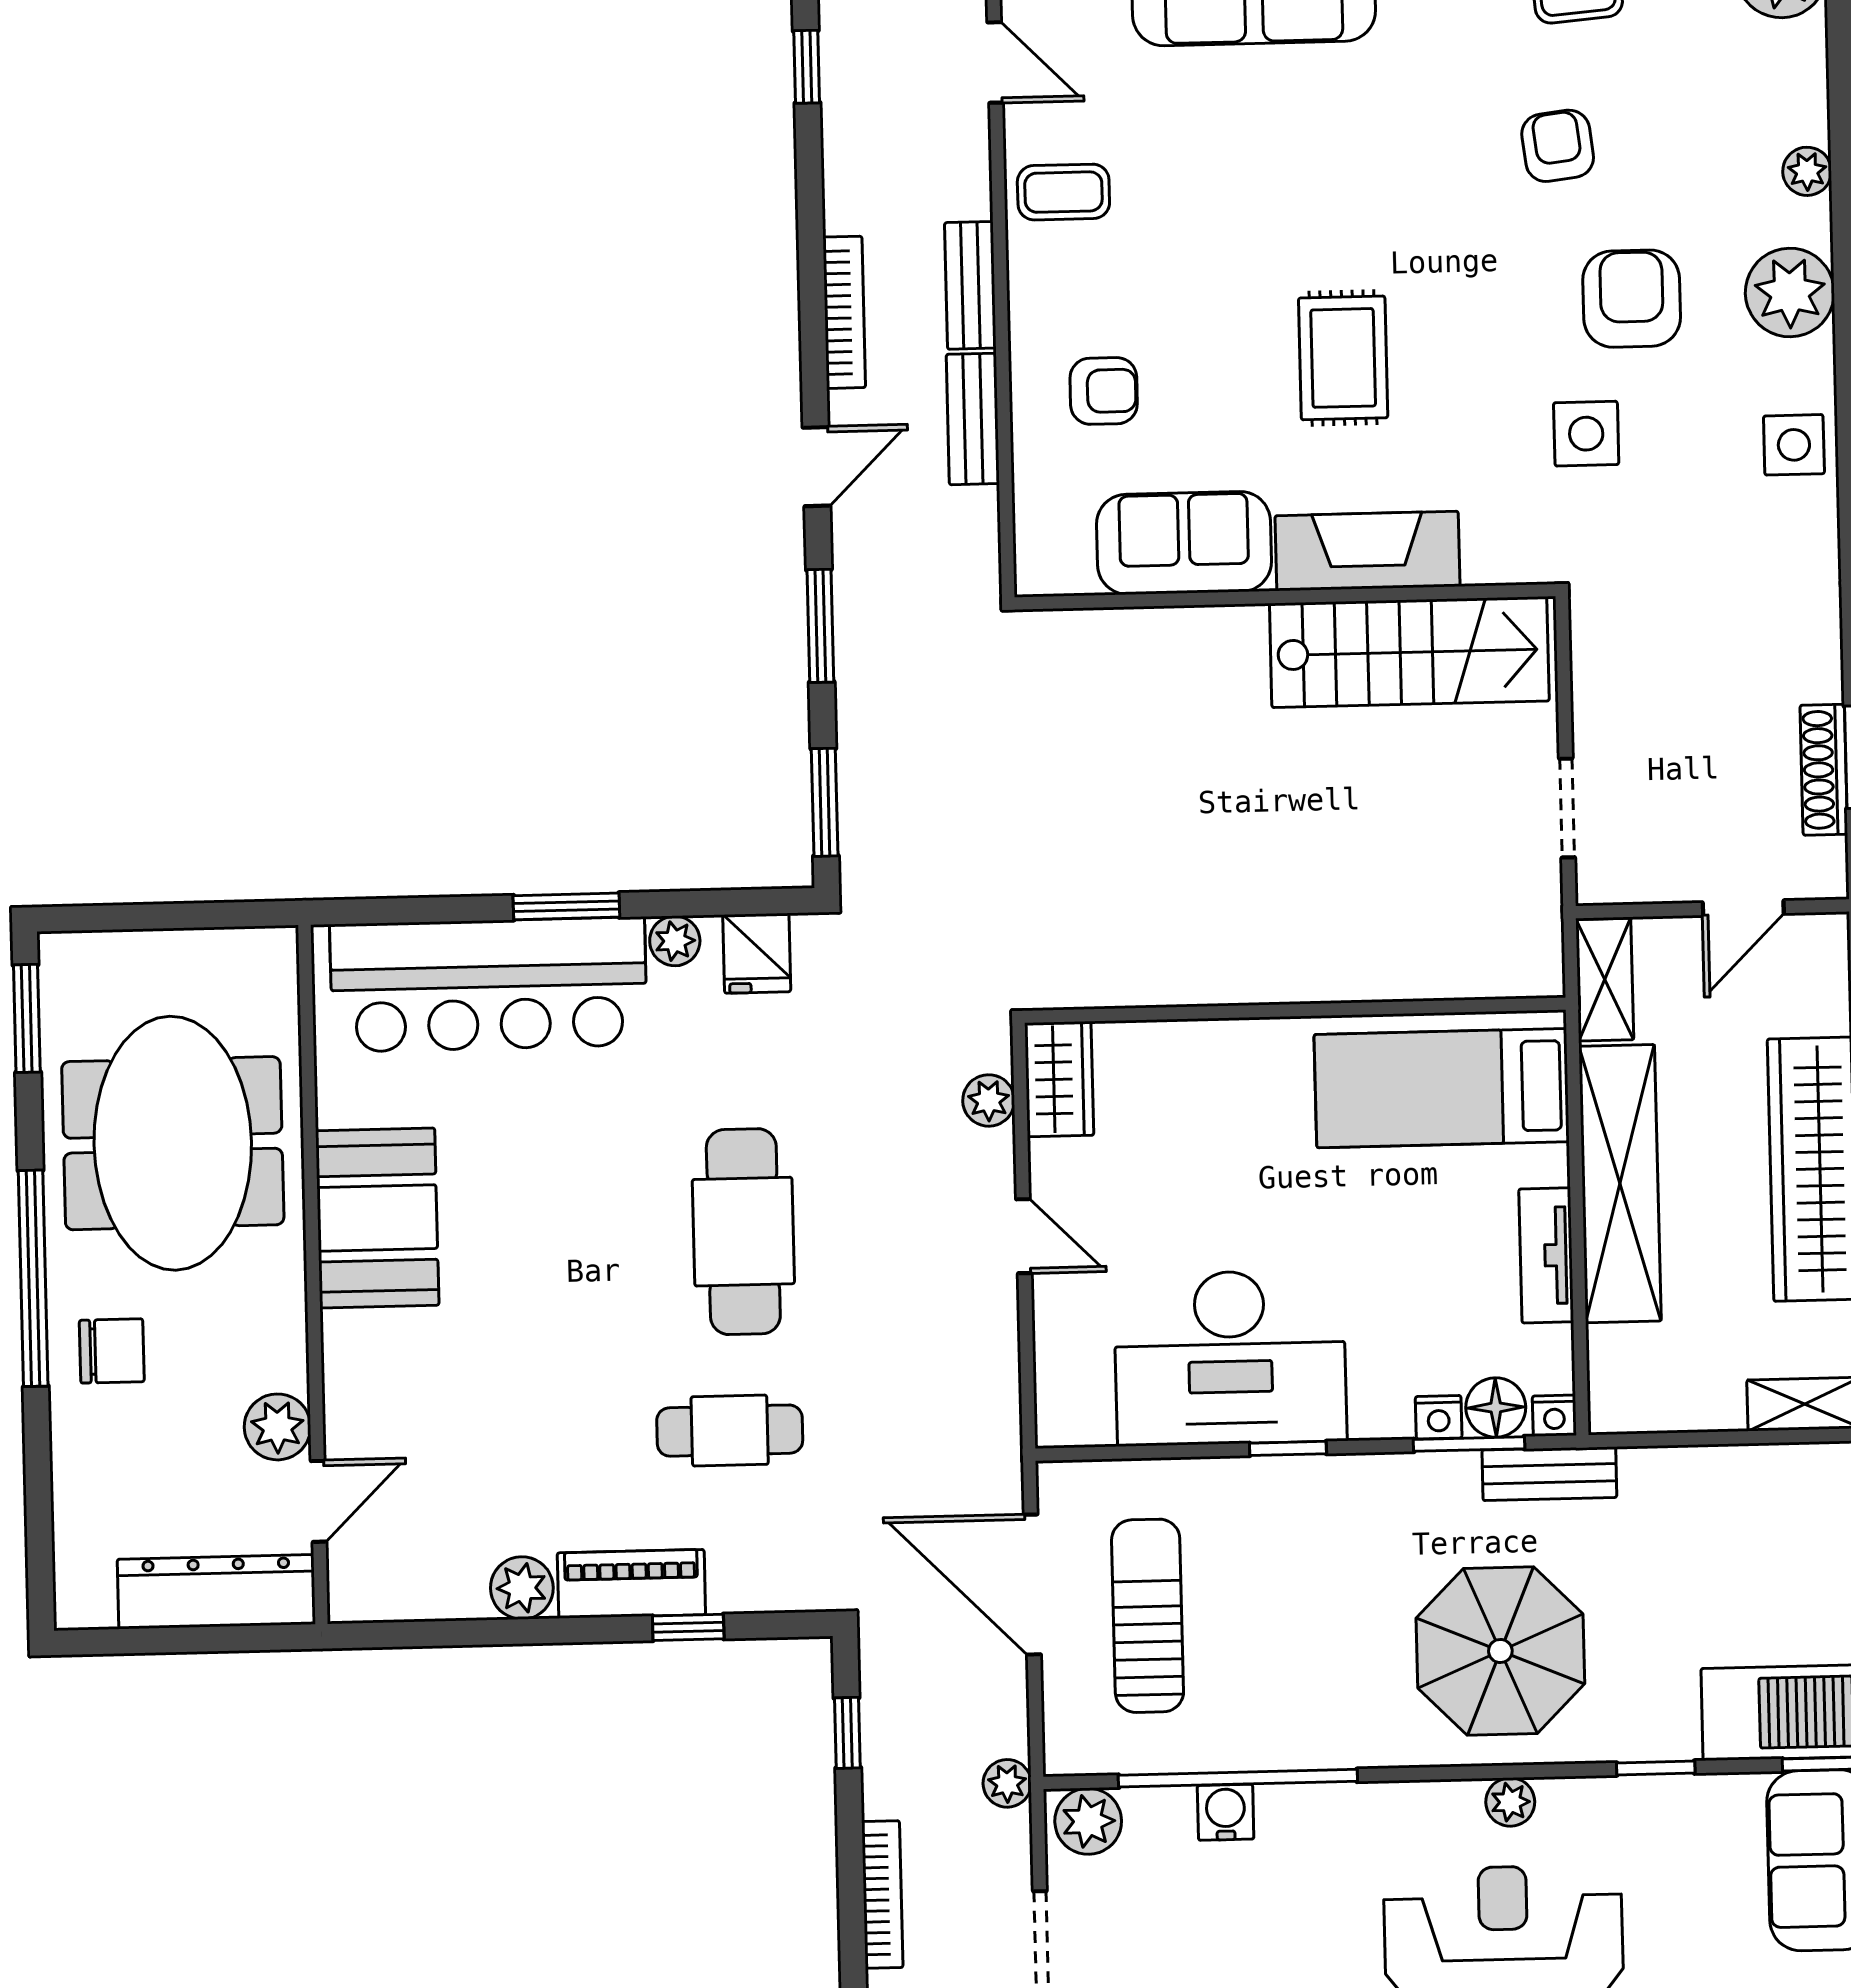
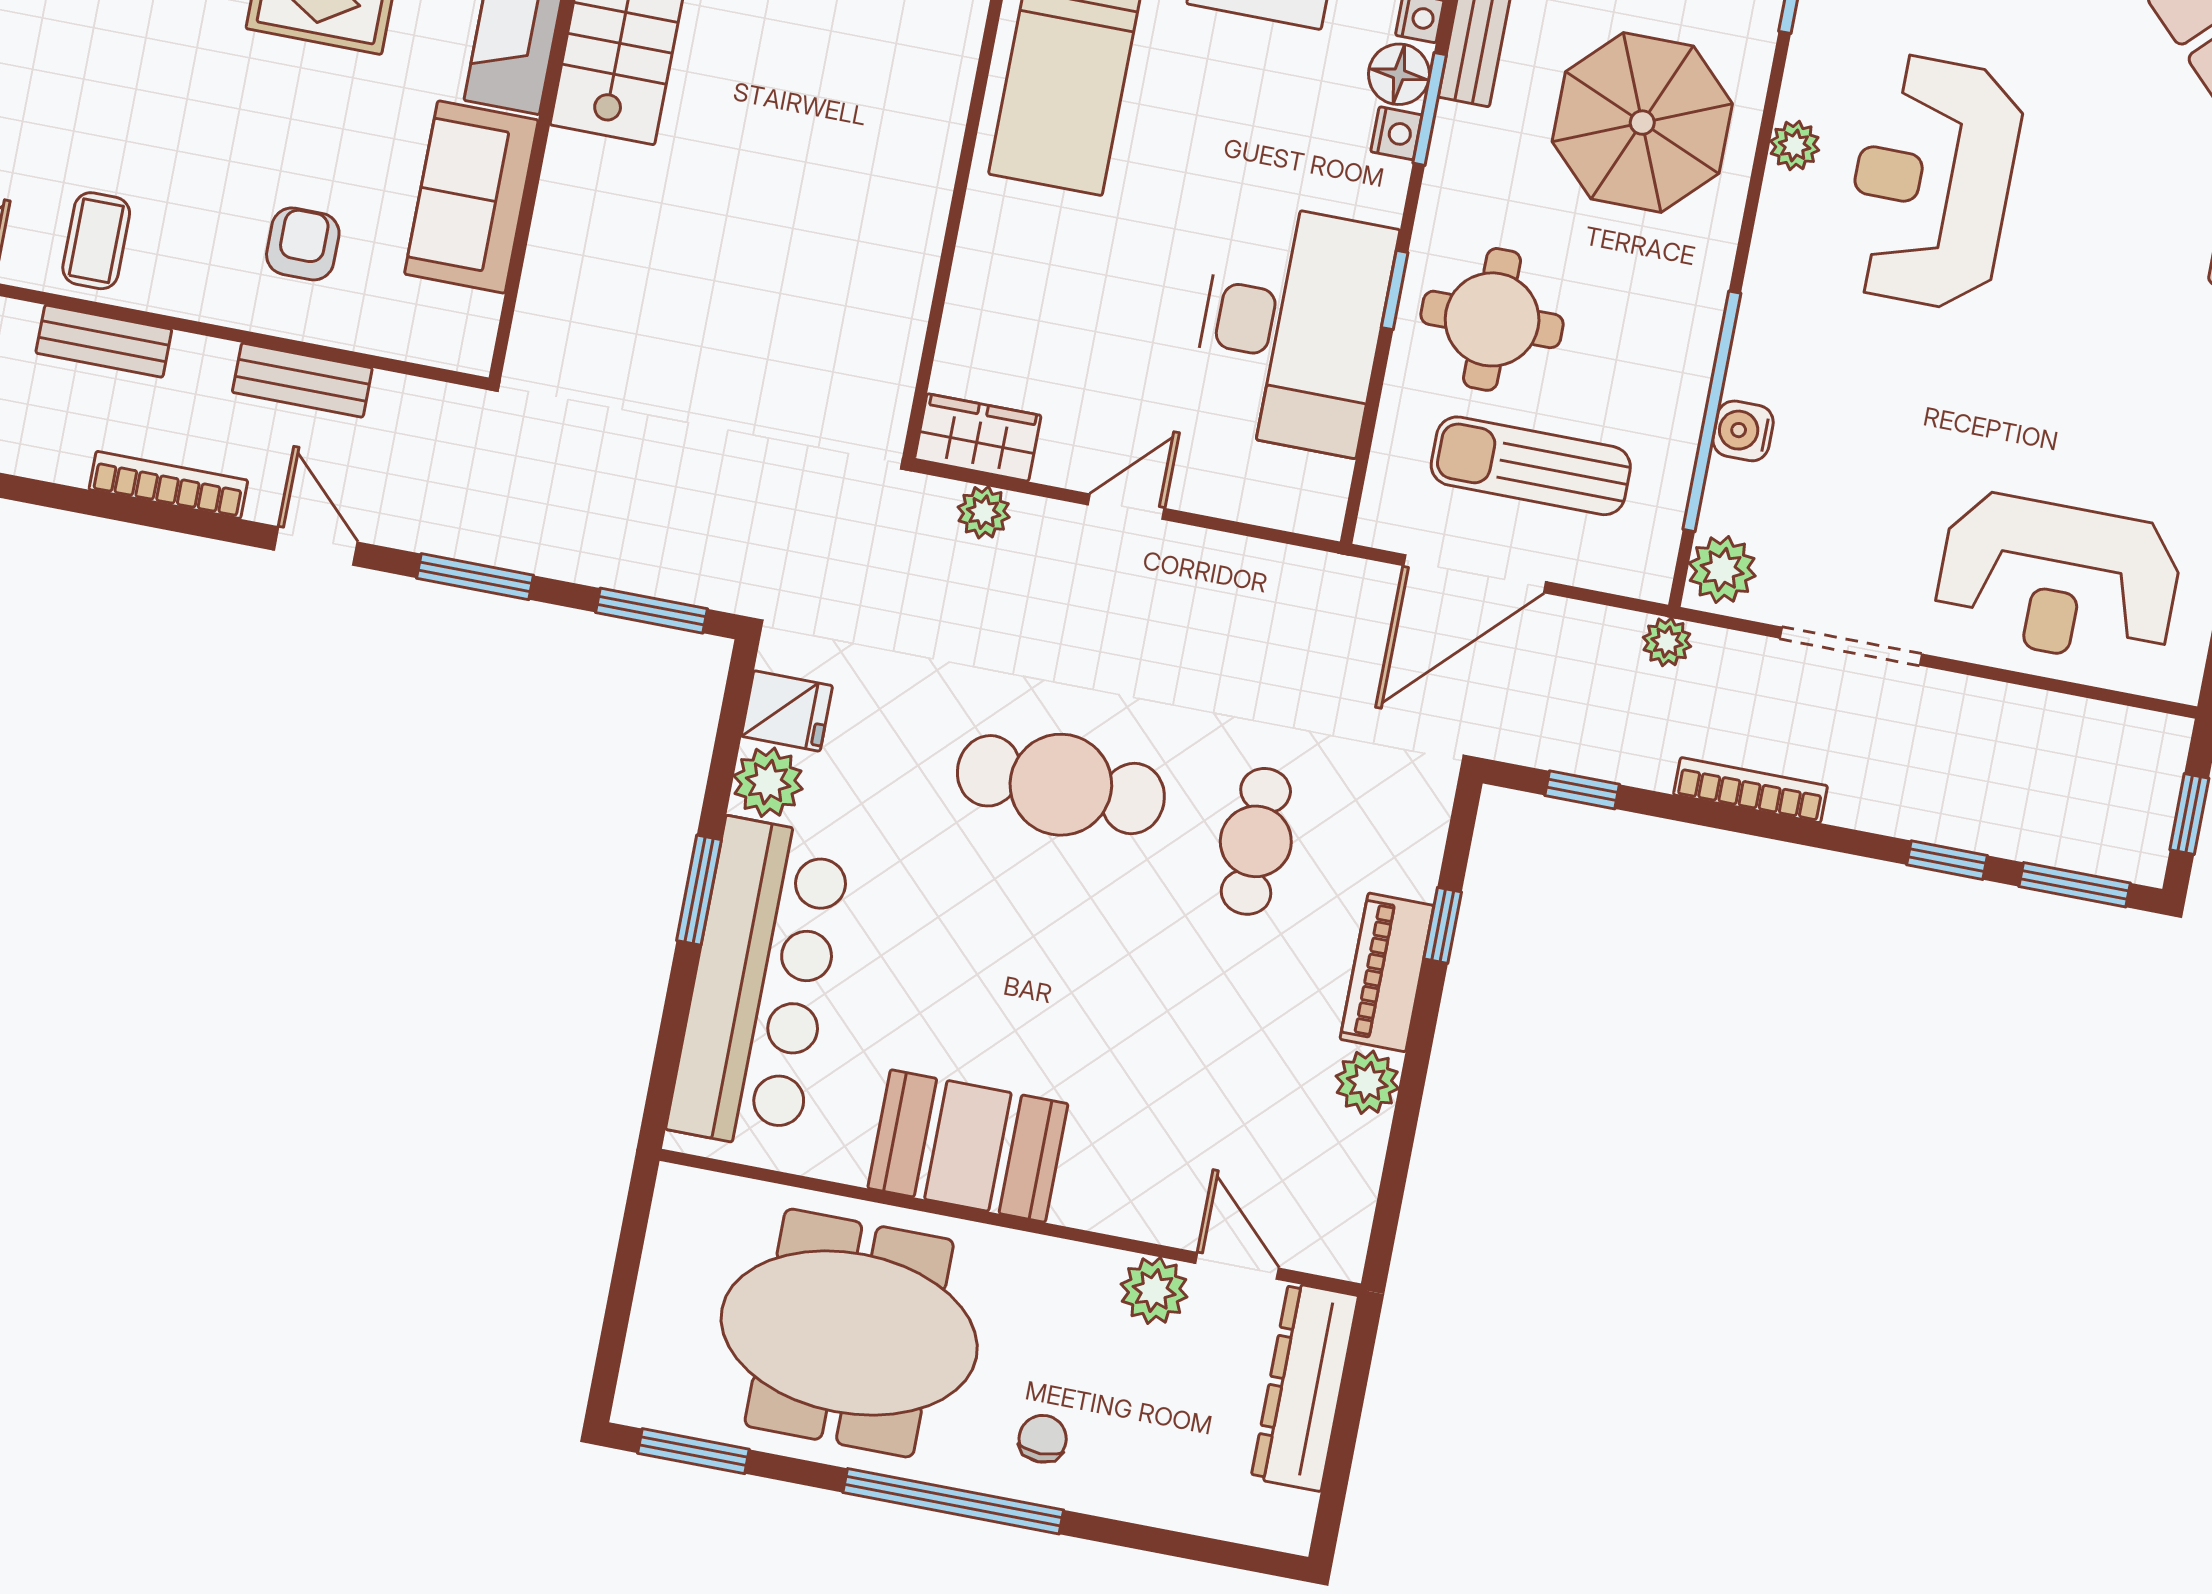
bench: (970, 285) -> (104, 341), moved
plant: (675, 941) -> (768, 782), width x1.38, depth x1.38
chair: (112, 1351) -> (1043, 1439), width x0.73, depth x0.73
round table: (1280, 1548) -> (1492, 319), added

